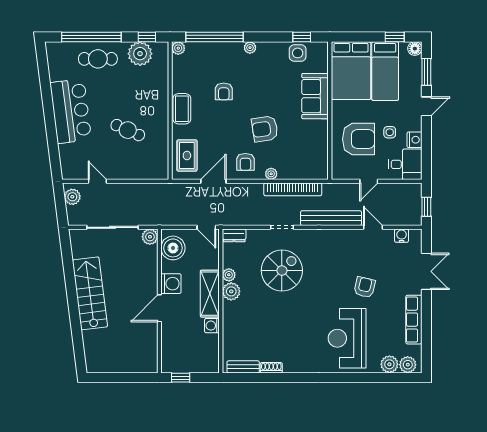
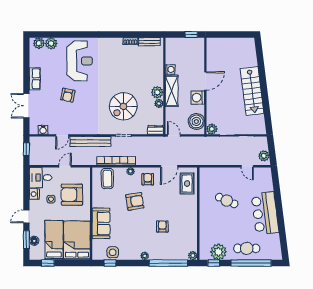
floor lamp: (415, 49) -> (34, 241), moved
coffee table: (182, 109) -> (107, 179), moved
door: (373, 227) -> (62, 135), hinge flipped
row of seats: (414, 320) -> (35, 79), width x0.68

